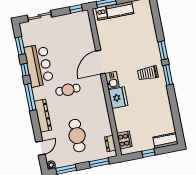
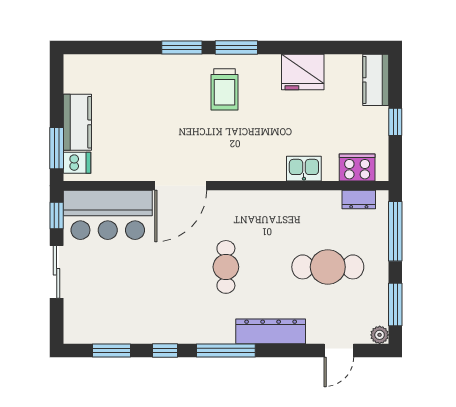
sliding door: (39, 16) -> (57, 272), moved
door: (101, 62) -> (181, 186), hinge flipped
bar counter: (39, 65) -> (108, 215), moved, turned 180
kitchen sink: (112, 80) -> (304, 169), moved
fridge: (118, 98) -> (303, 72), moved, turned 180
door: (40, 148) -> (339, 351), swing flipped
window: (99, 163) -> (395, 231), width x1.44

